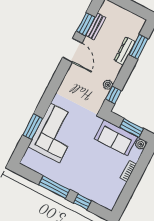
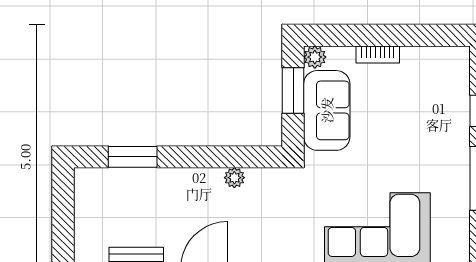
dresser: (125, 51) -> (154, 179), removed
window: (113, 95) -> (248, 157), removed

